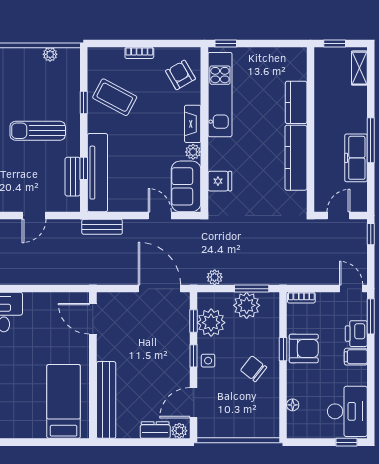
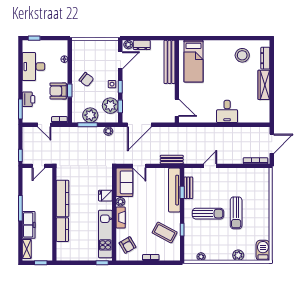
freezer: (356, 158) -> (29, 225), moved
fridge: (220, 181) -> (105, 196), moved
door: (159, 289) -> (139, 125), hinge flipped
door: (351, 289) -> (44, 125), moved
filing cabinet: (356, 357) -> (29, 86), removed
desk: (347, 411) -> (34, 67), moved

